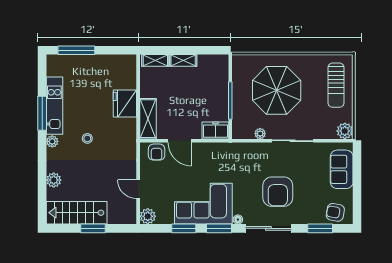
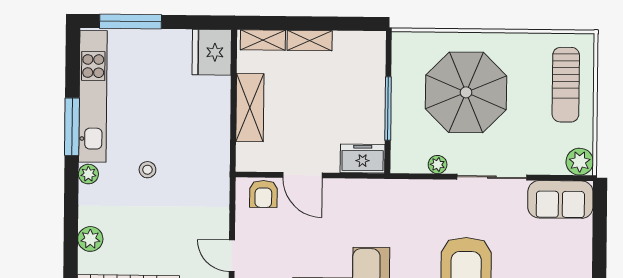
fridge: (125, 103) -> (212, 52), moved
kitchen unit: (54, 106) -> (93, 96), width x1.36
shelving: (148, 119) -> (250, 108), moved
sofa: (342, 169) -> (560, 199), moved, turned -90

